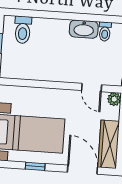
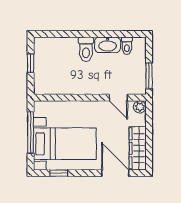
toilet: (23, 30) -> (86, 49), moved
window: (35, 166) -> (59, 173), moved

